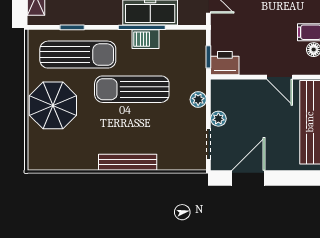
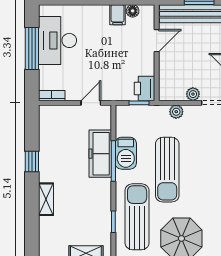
barbecue: (146, 39) -> (126, 153), width x1.38, depth x1.27

